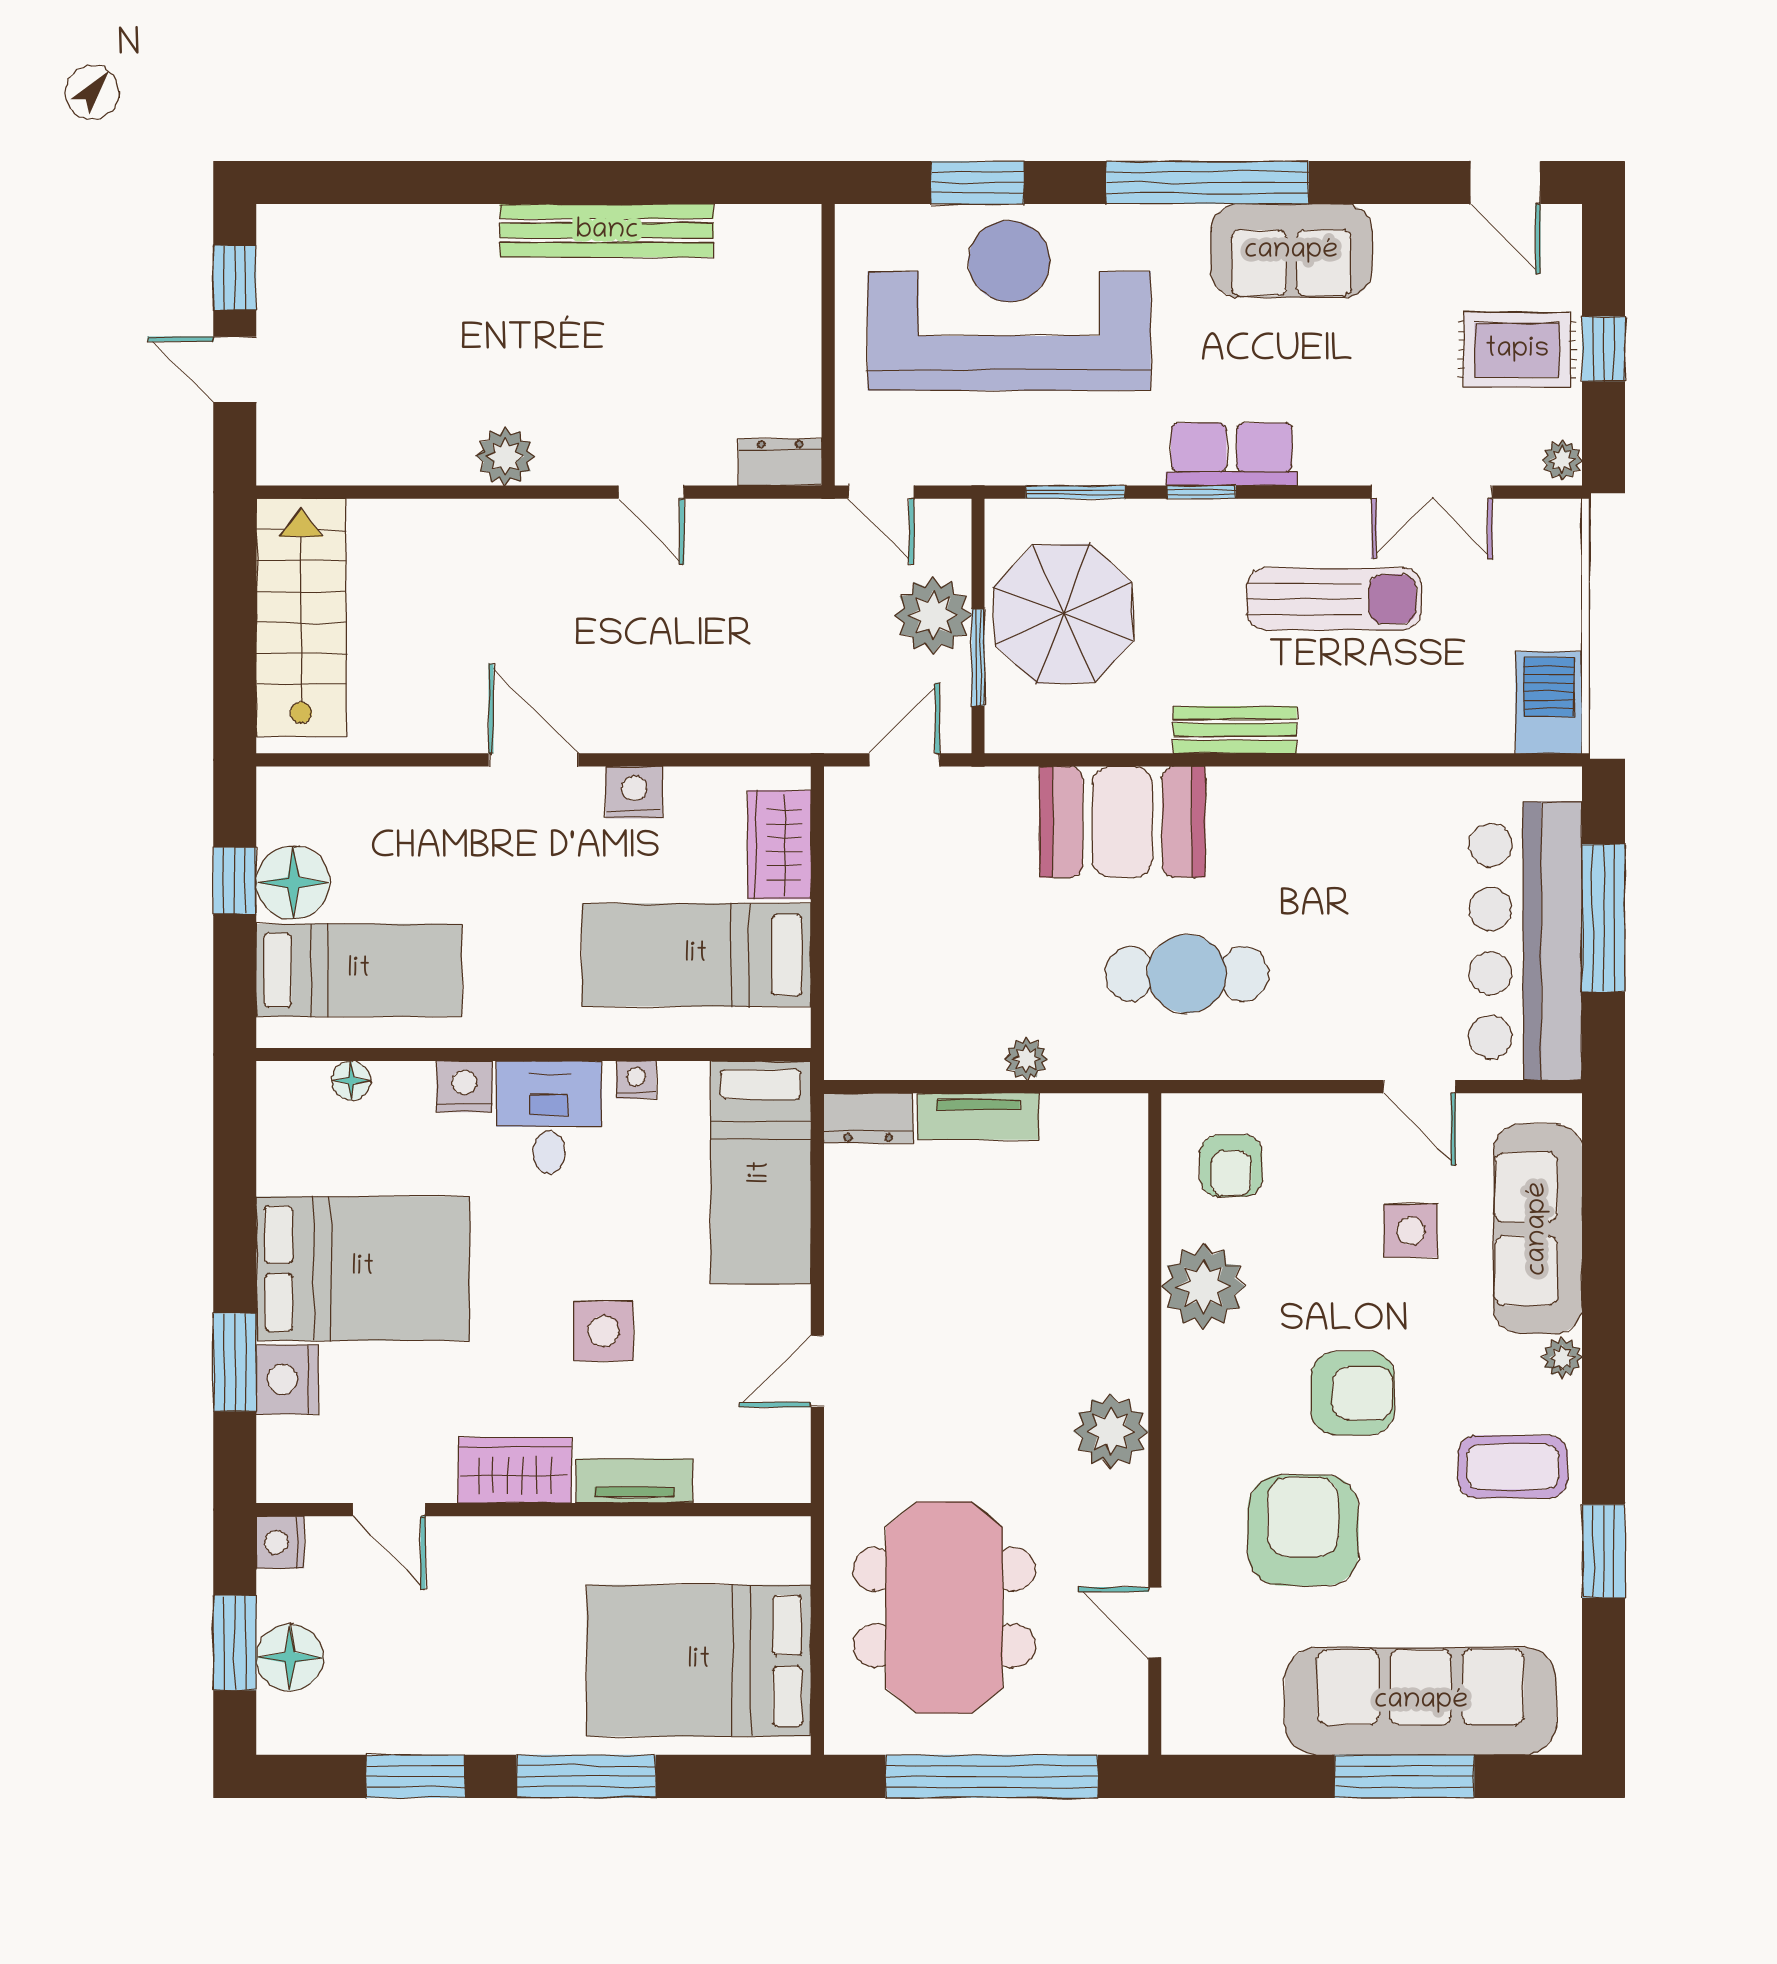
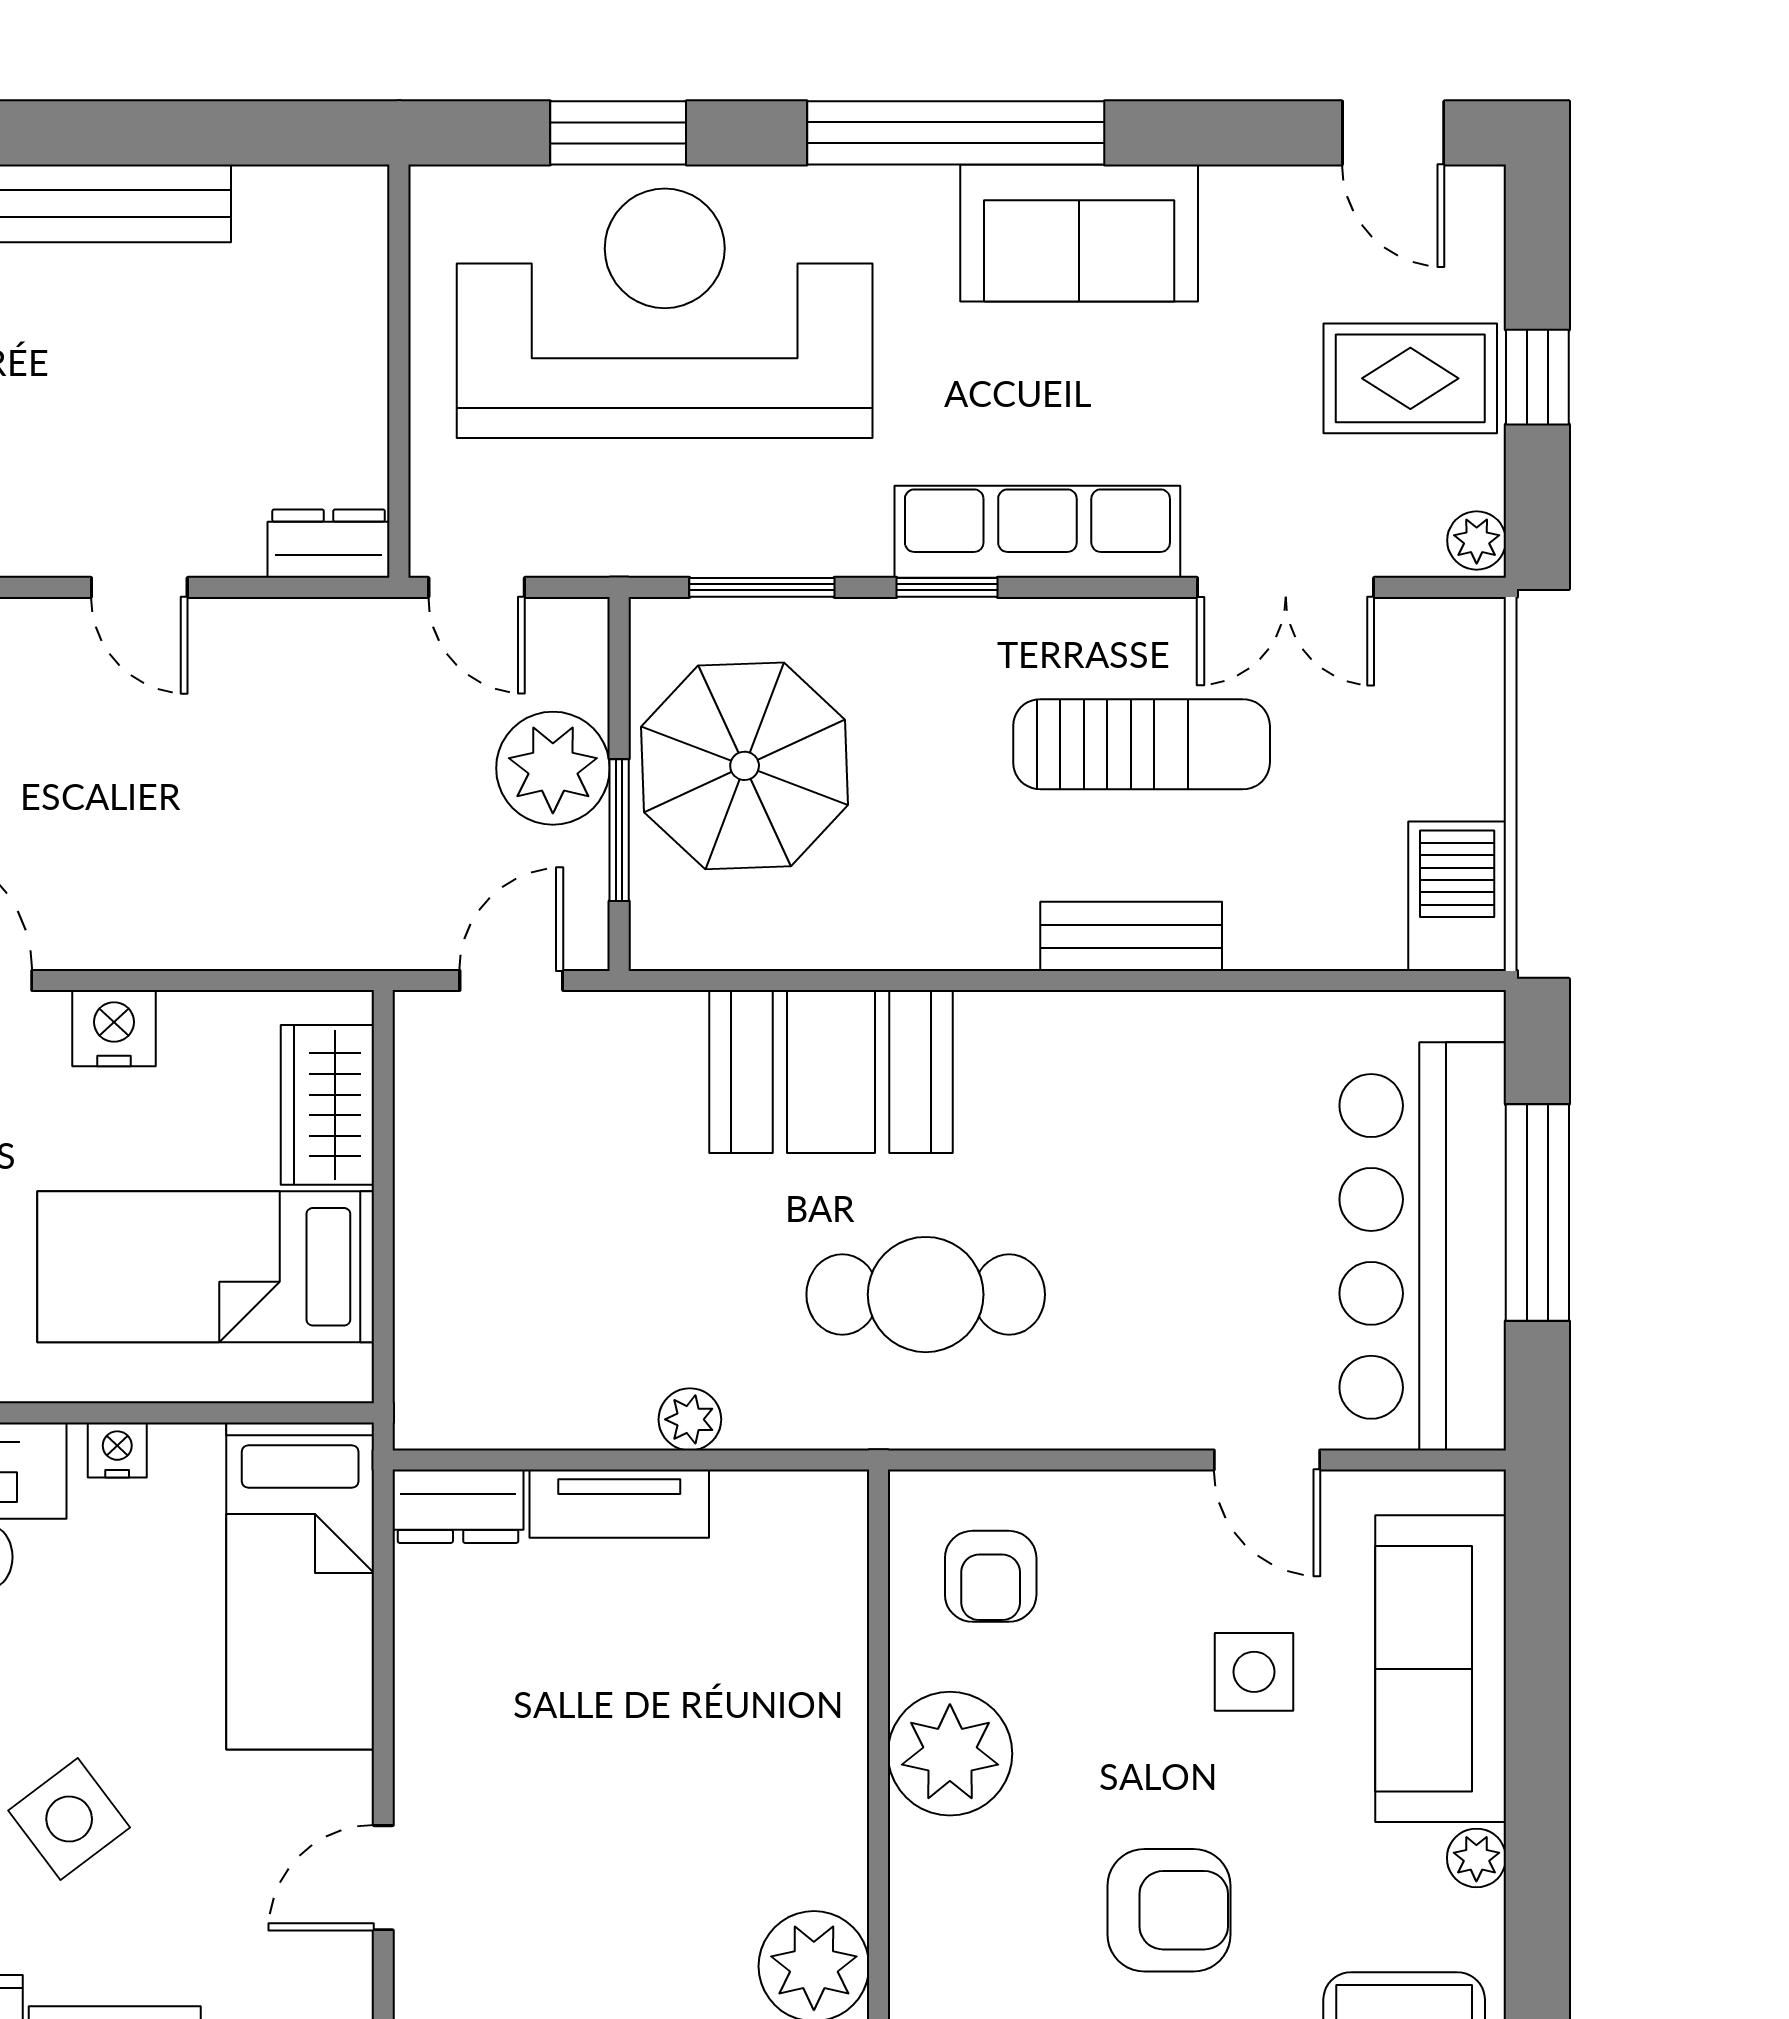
row of seats: (1232, 454) -> (1037, 532), width x1.48
bench: (1235, 730) -> (1131, 936), moved
side table: (603, 1331) -> (69, 1819), turned -37

